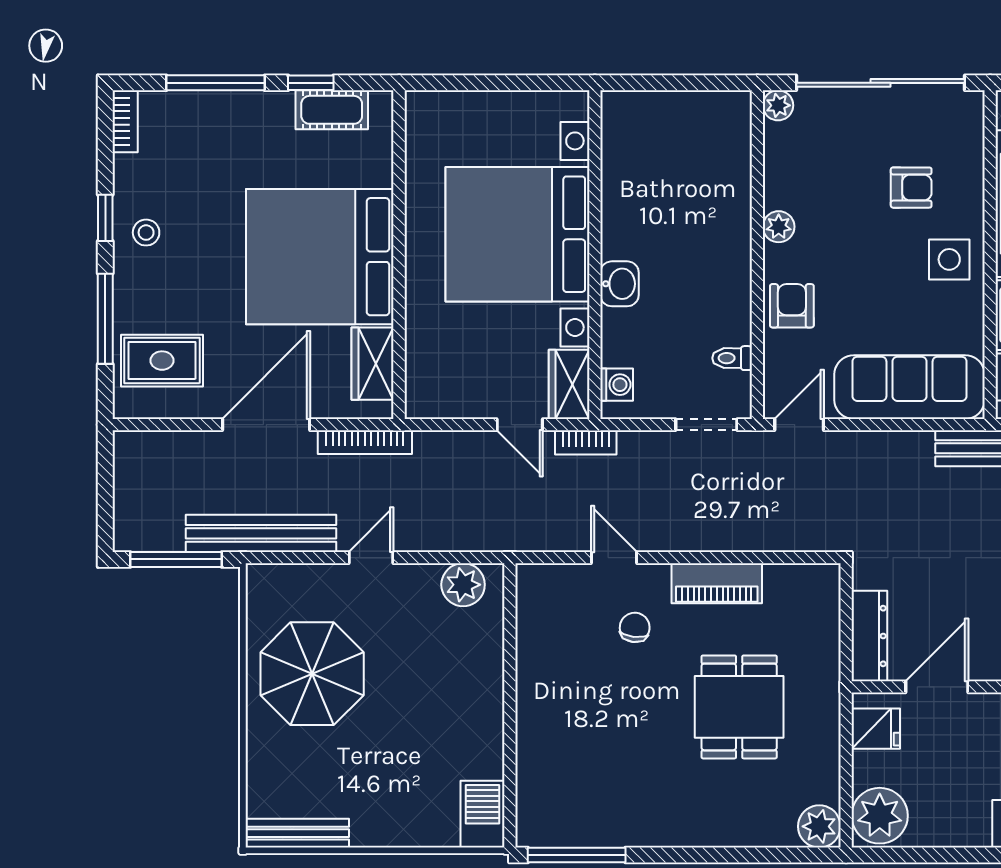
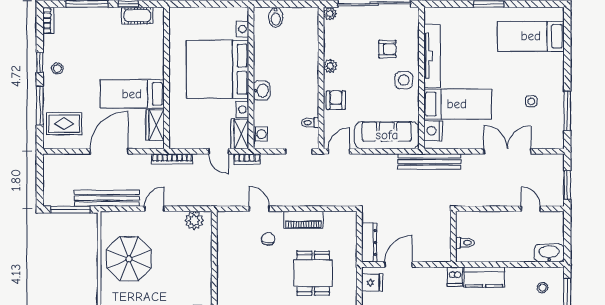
bidet: (652, 114) -> (276, 17), added
bed: (320, 257) -> (132, 94), width x0.49
bookcase: (365, 442) -> (172, 159), moved

